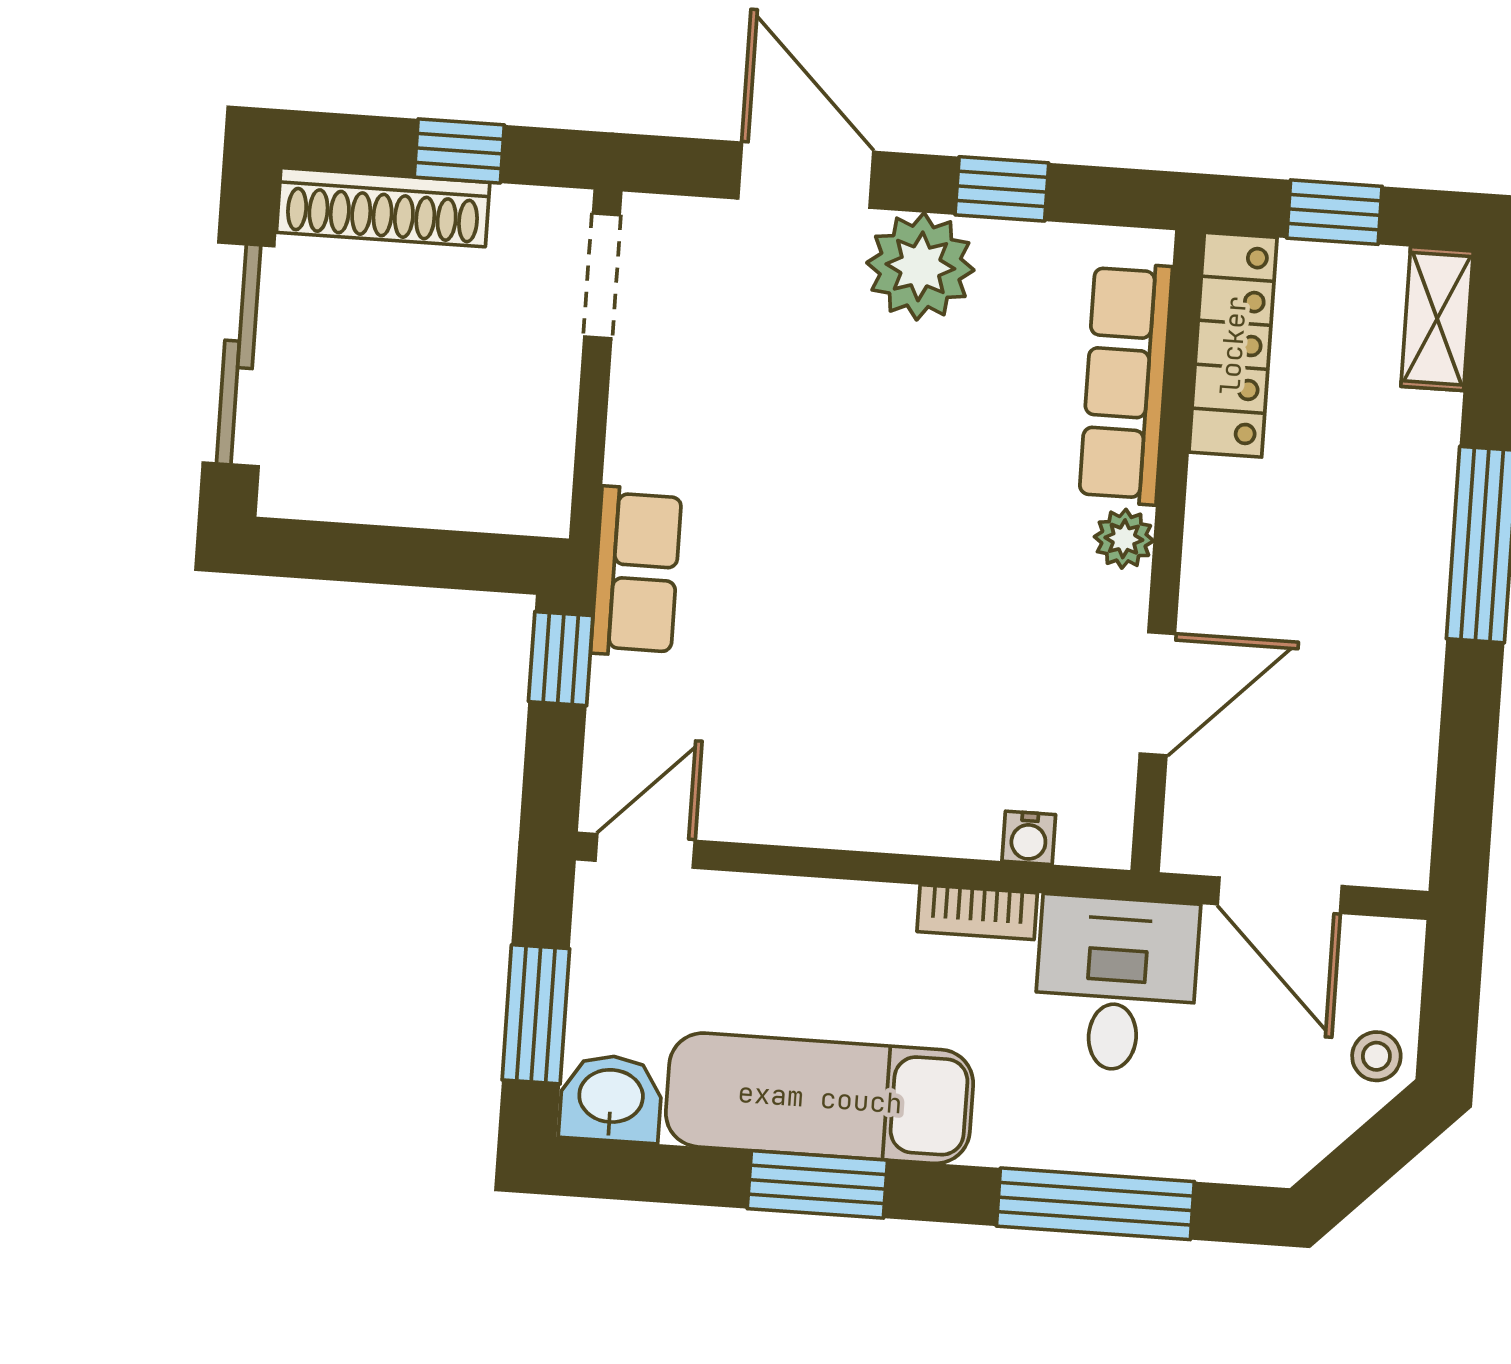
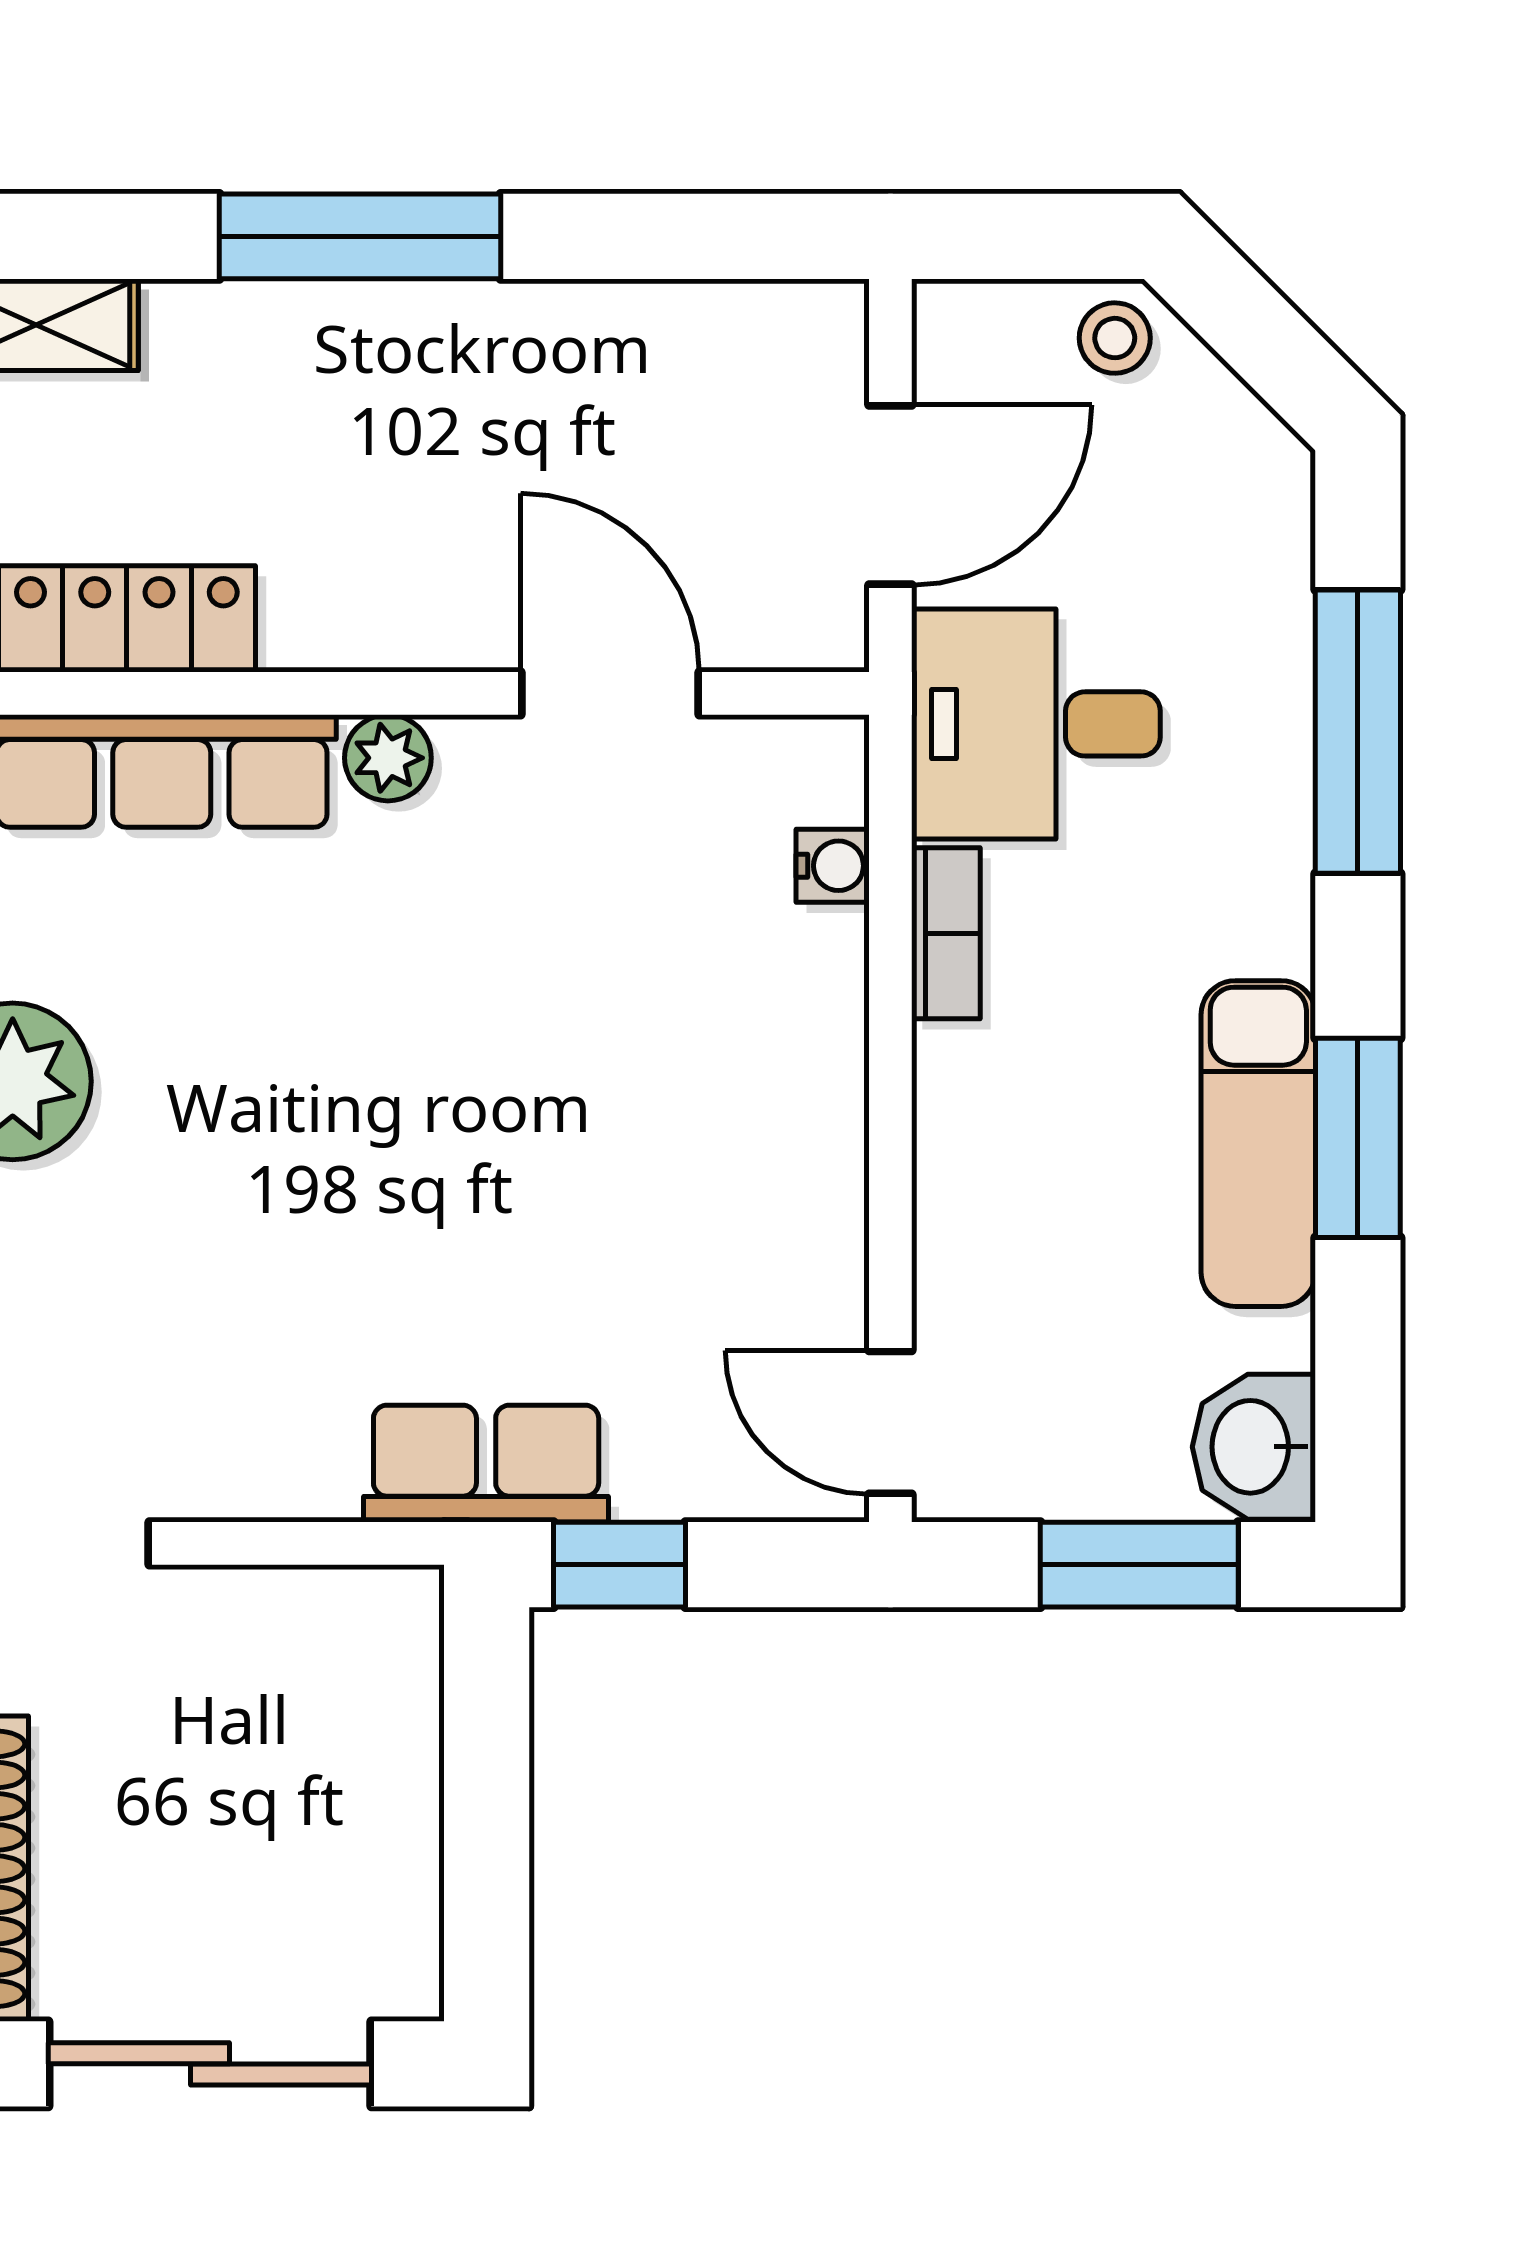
exam couch: (820, 1098) -> (1258, 1144), width x0.73, depth x0.69

